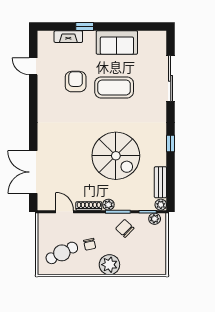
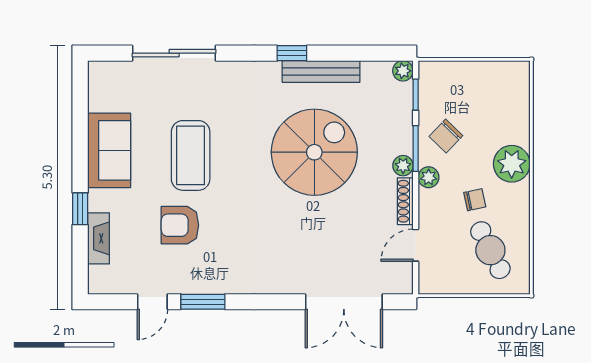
window: (33, 94) -> (203, 302), added
bench: (160, 182) -> (321, 71), moved, width x1.36
plant: (155, 219) -> (429, 177), moved

